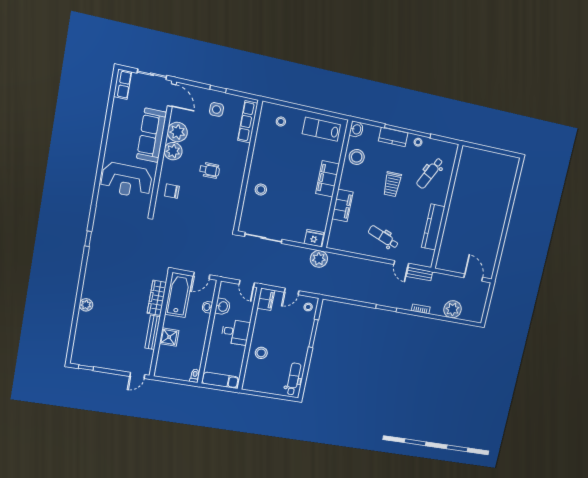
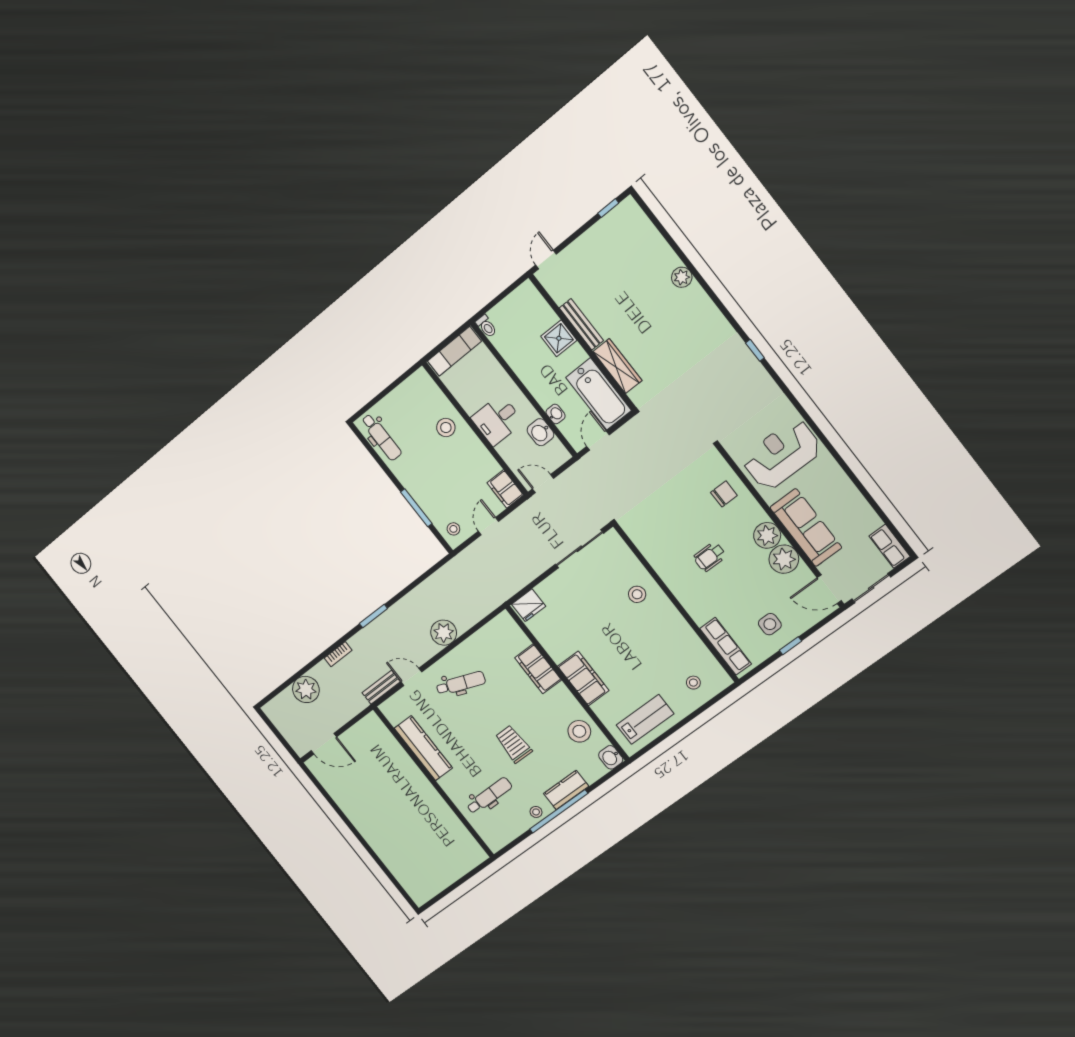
dental chair: (430, 173) -> (489, 796), turned 63
plant: (319, 259) -> (444, 633), moved

